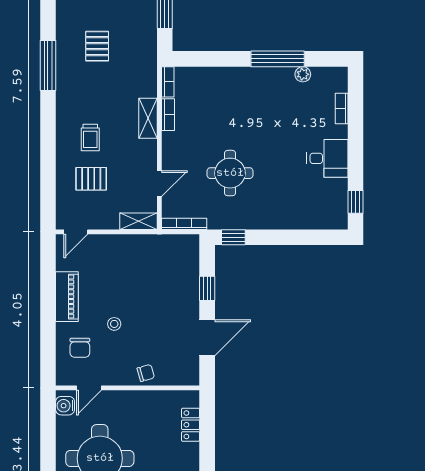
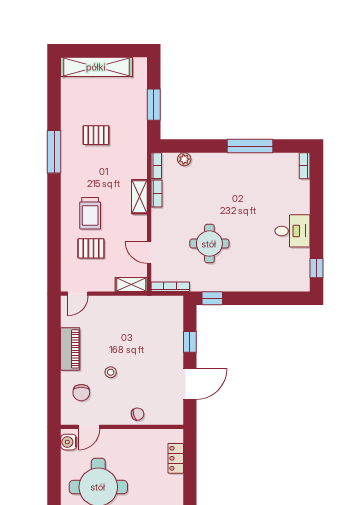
pallet: (97, 46) -> (96, 135), turned 90
plant: (303, 74) -> (184, 159), moved
bookcase: (342, 109) -> (305, 166), moved
trolley: (90, 138) -> (90, 213), width x1.36, depth x1.39
door: (159, 184) -> (149, 252), swing flipped

